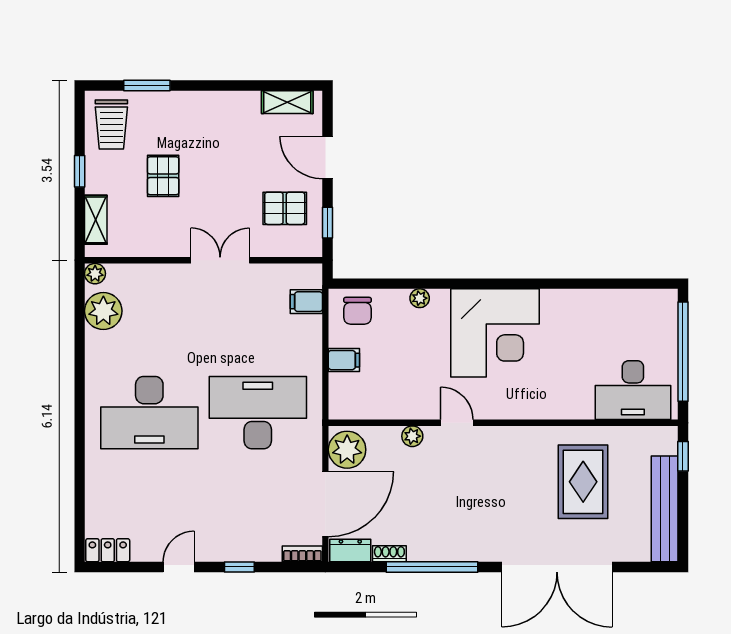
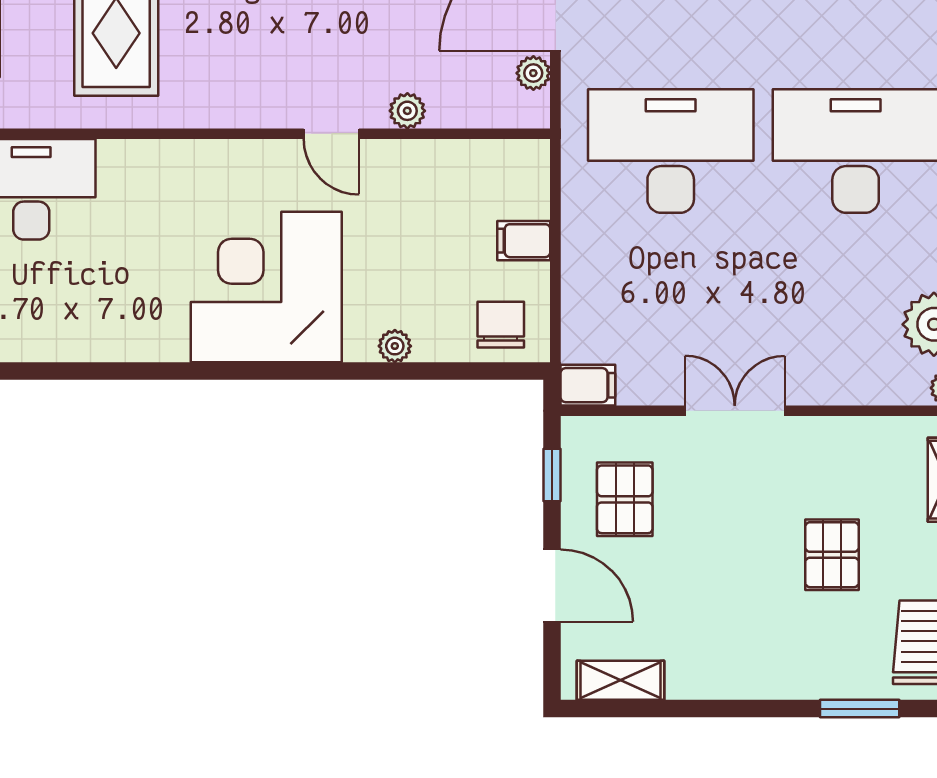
pallet: (285, 208) -> (625, 499), turned 90
double door: (220, 260) -> (735, 411), swing flipped
filing cabinet: (306, 302) -> (588, 385), moved
desk: (258, 413) -> (671, 151), turned 180
plant: (347, 450) -> (533, 73), width x0.53, depth x0.53

